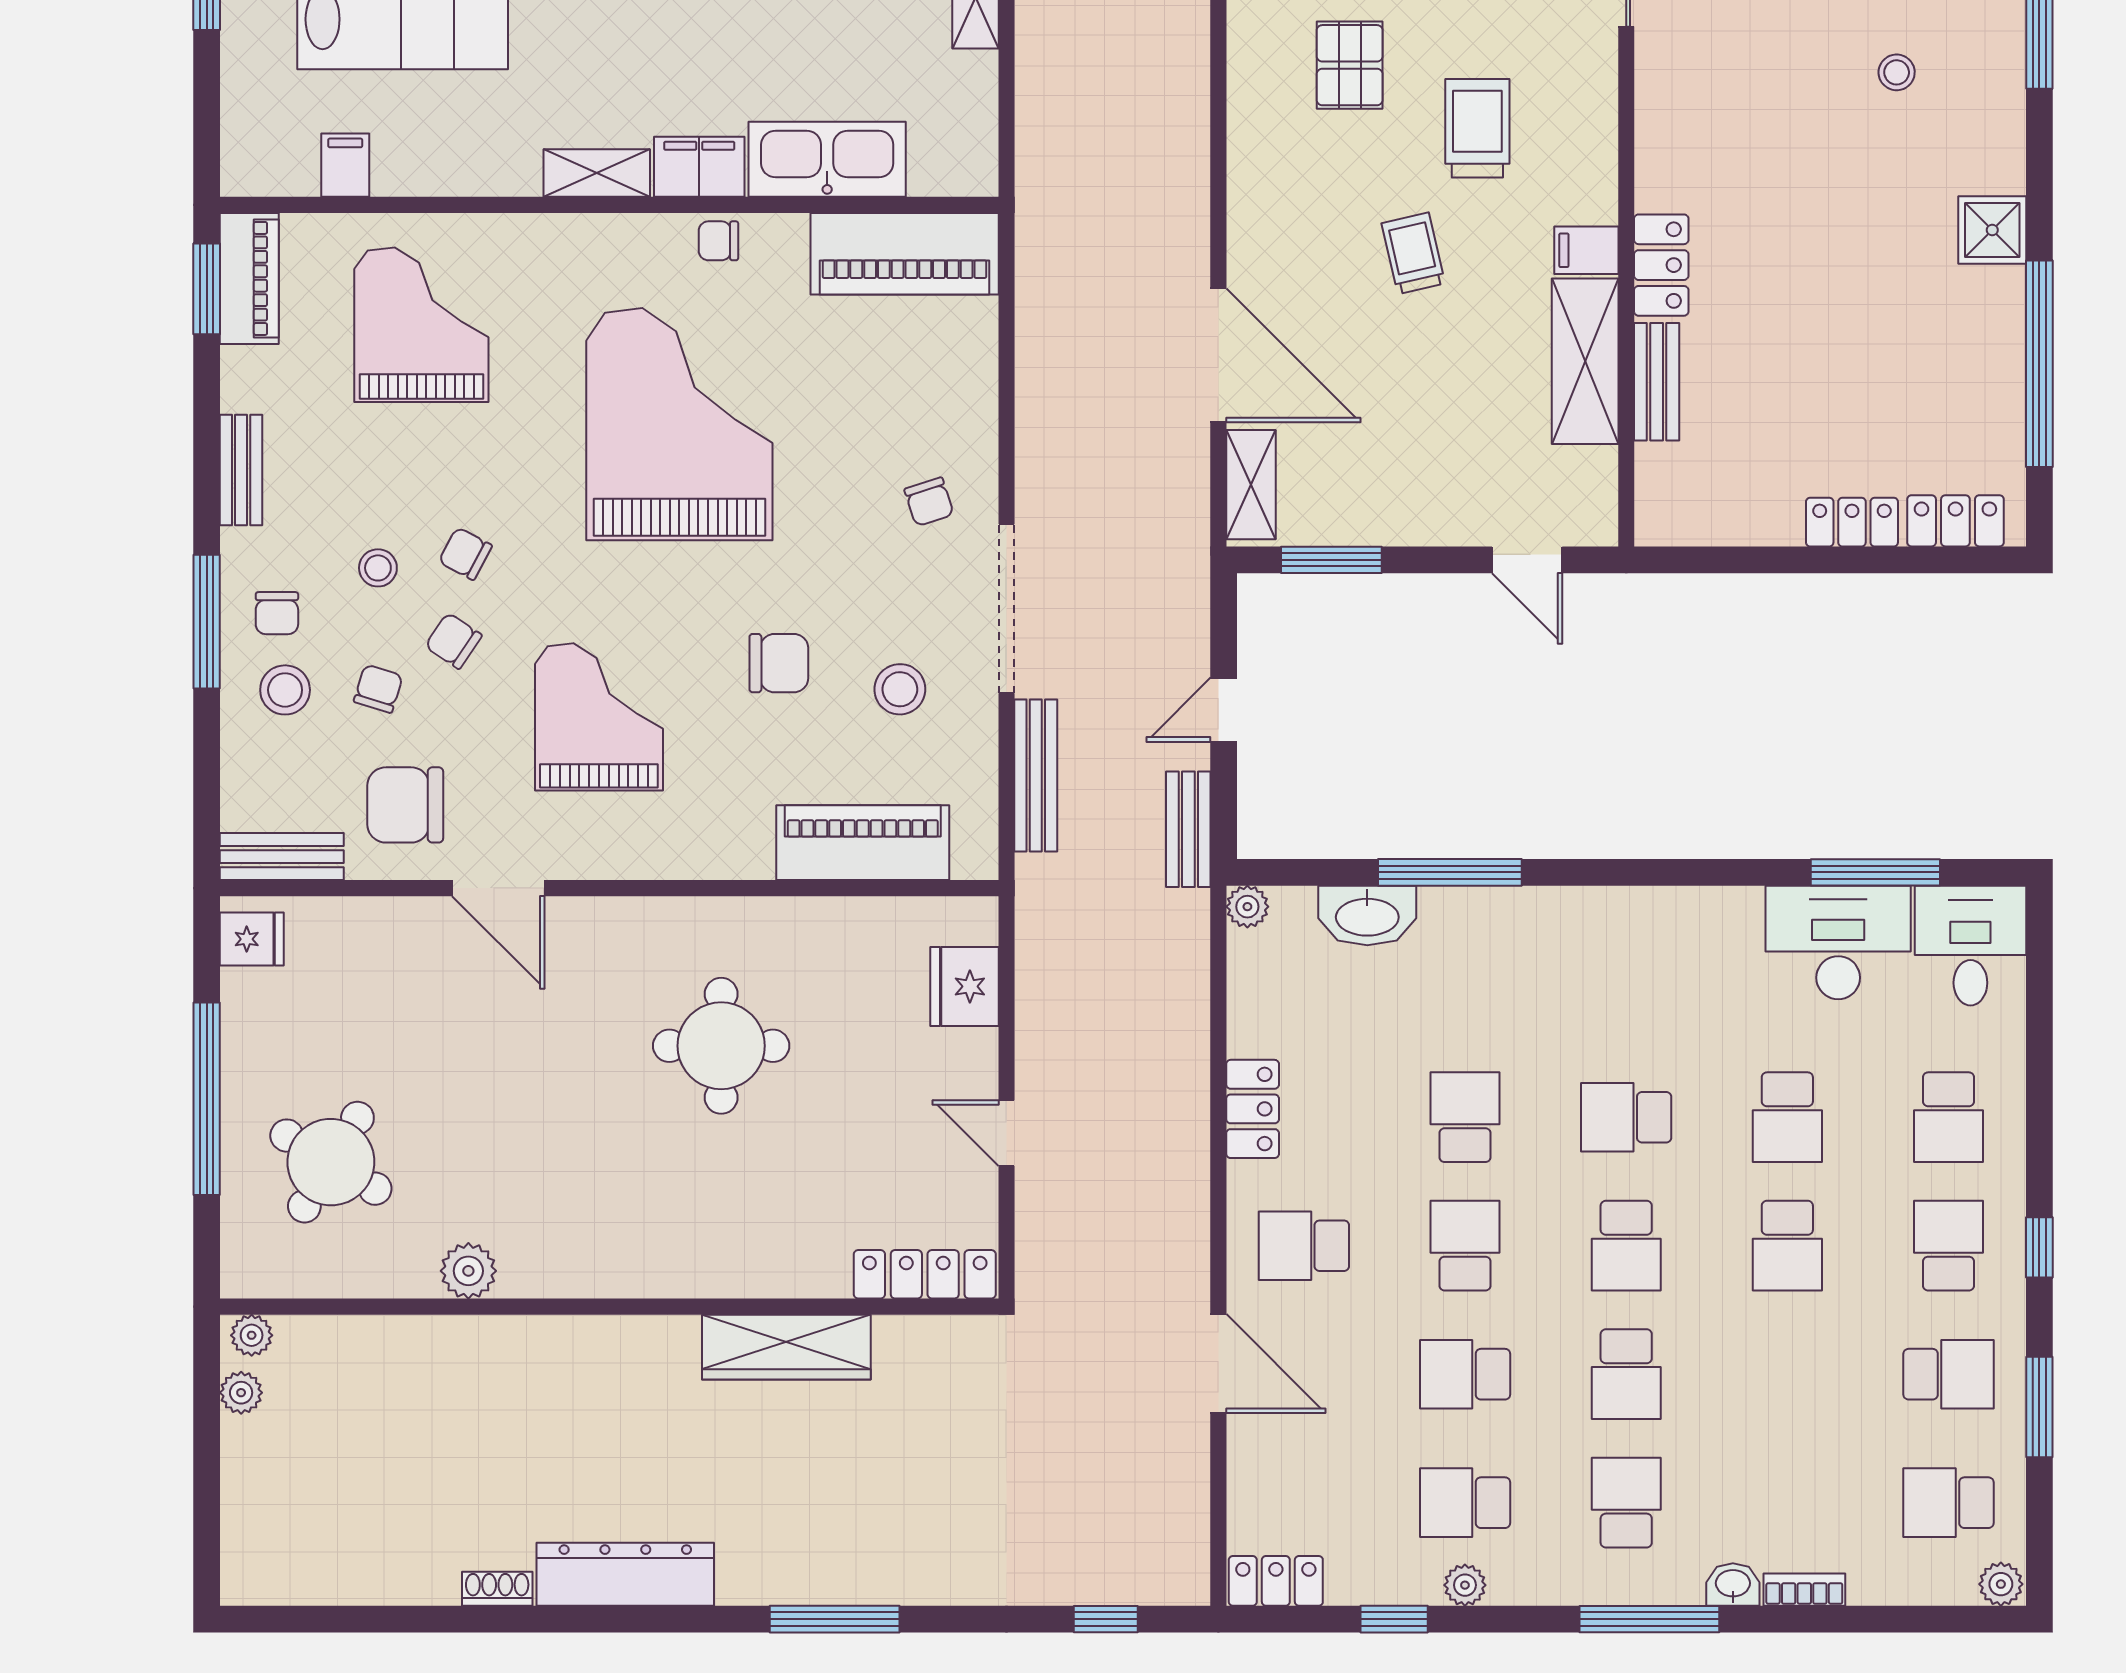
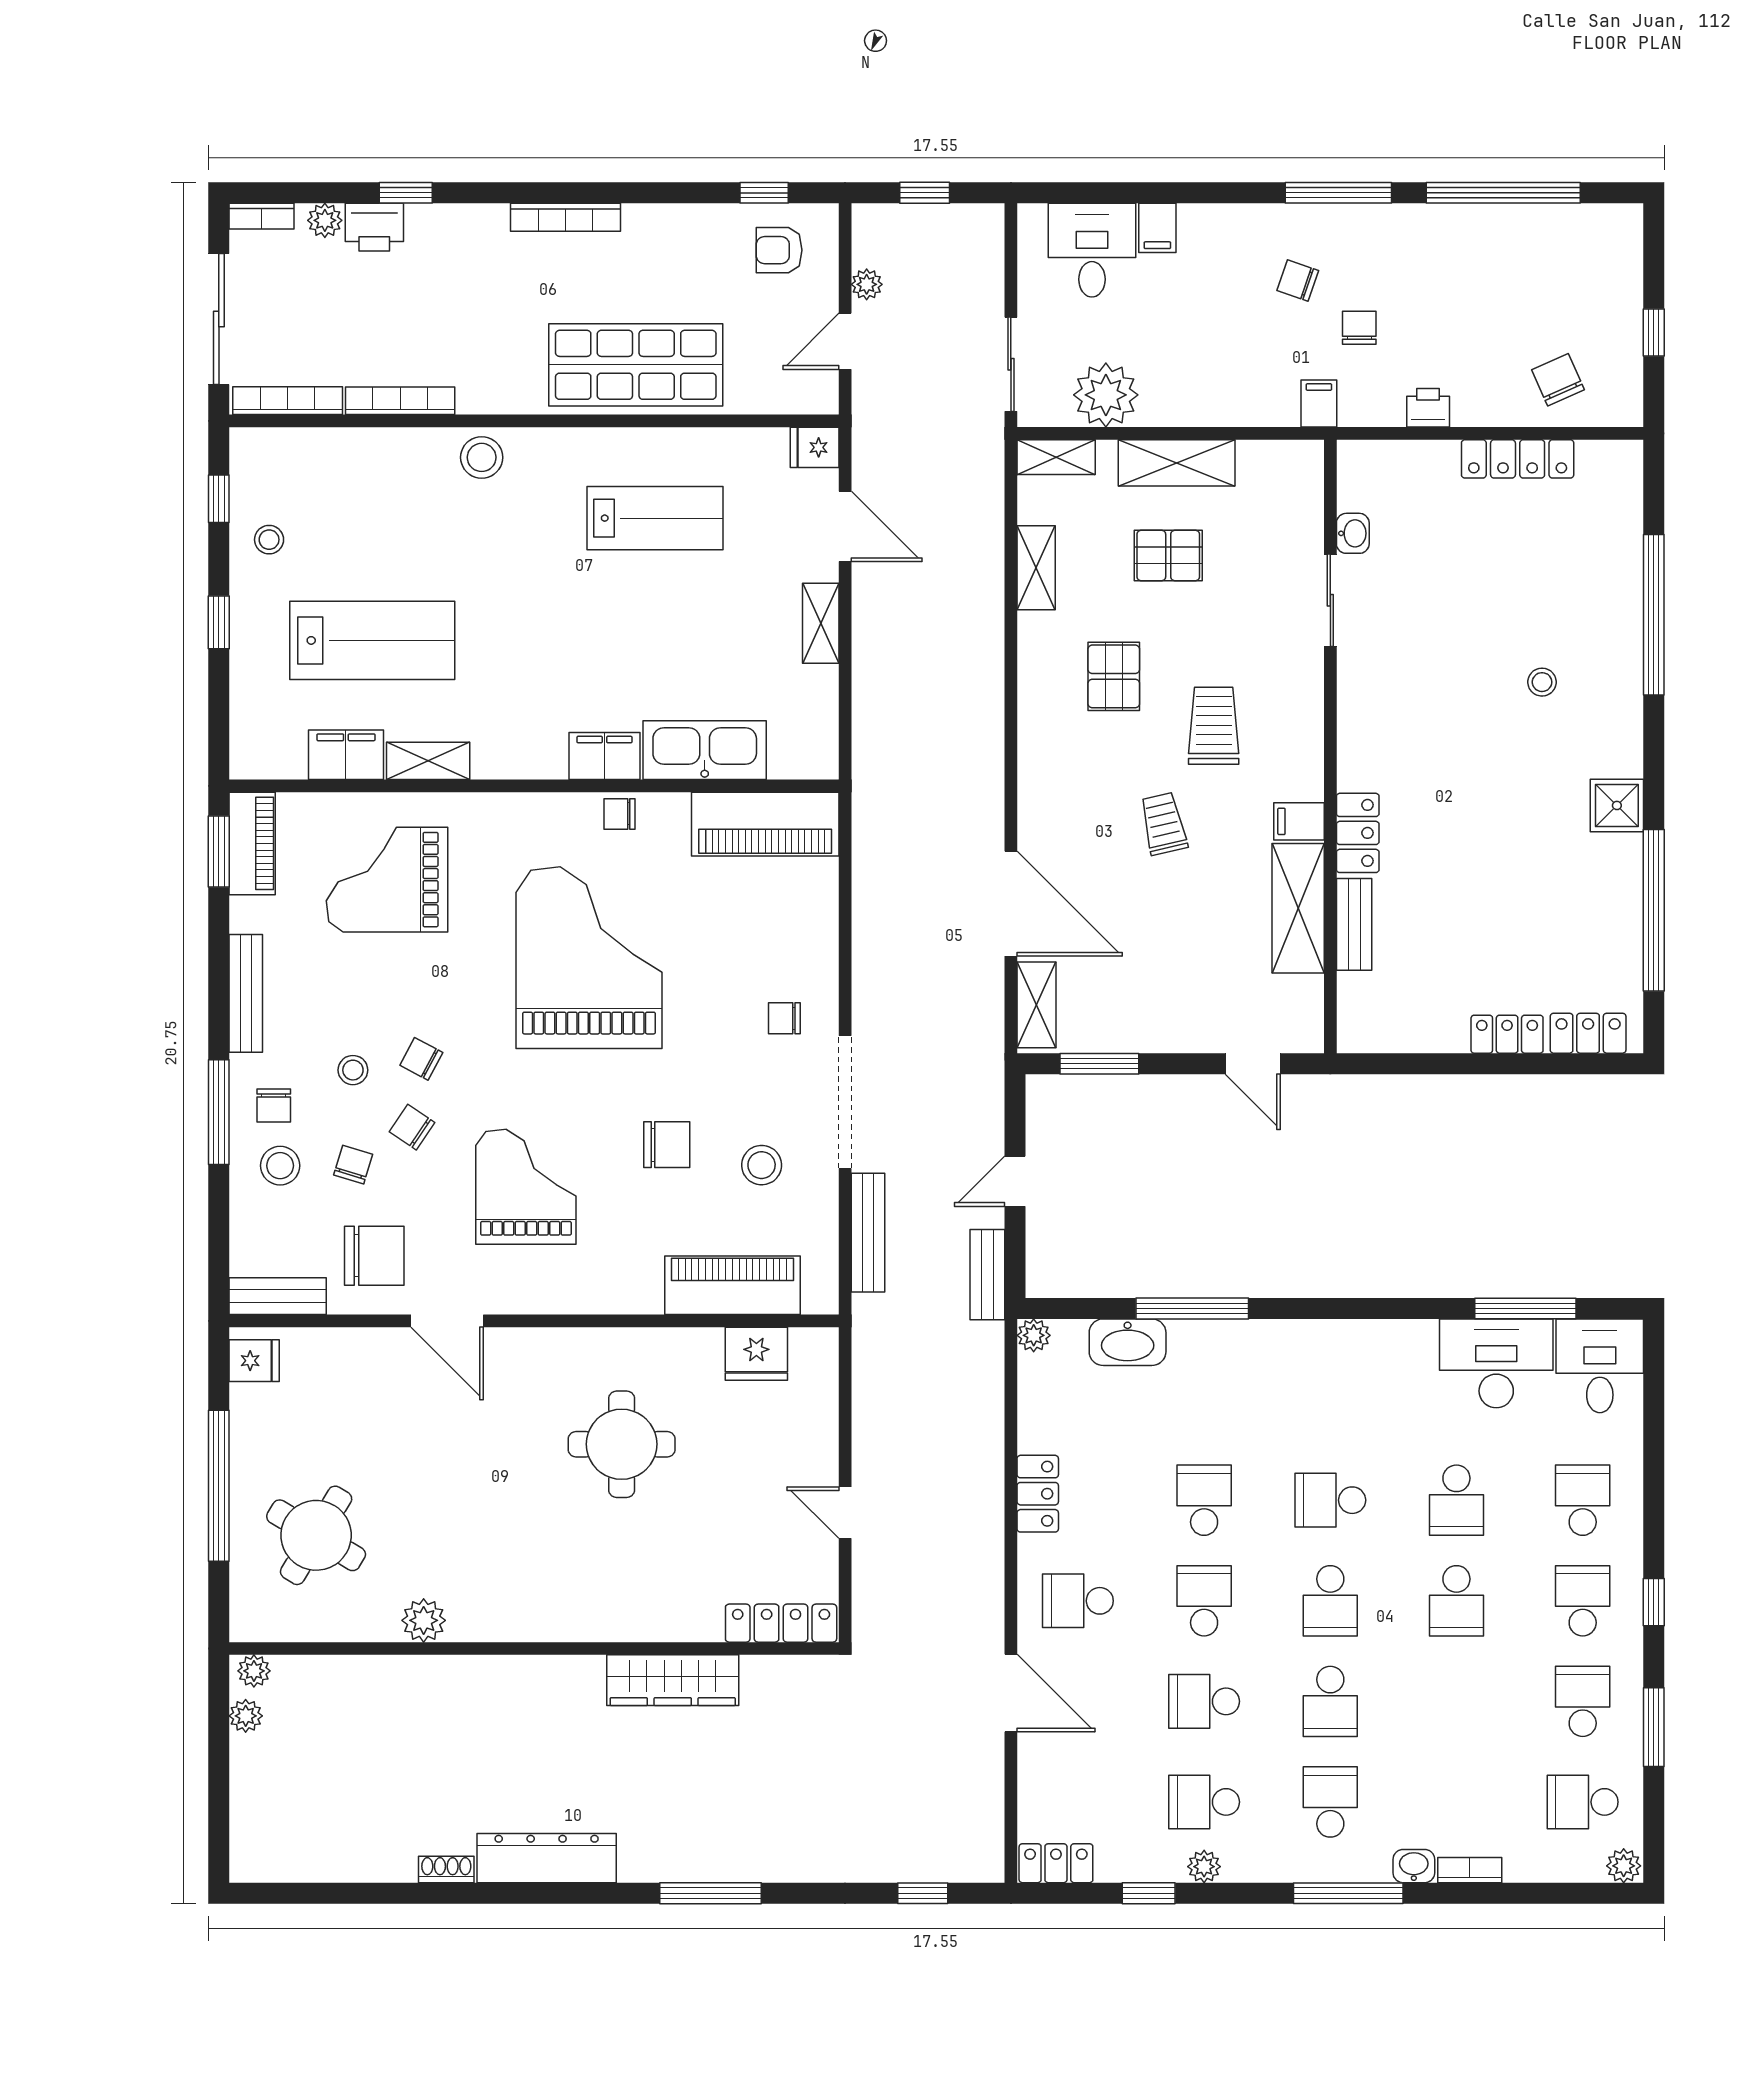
filing cabinet: (345, 165) -> (346, 755), width x2.00
shelving: (597, 173) -> (428, 761), moved
grand piano: (421, 325) -> (387, 880), turned -90
bench: (241, 470) -> (246, 993), width x1.36
chair: (929, 502) -> (784, 1018), turned 108
chair: (405, 805) -> (374, 1256), turned 180
fridge: (964, 986) -> (756, 1354), moved, turned -90
school desk: (1949, 1117) -> (1583, 1500), turned 180
school desk: (1949, 1374) -> (1583, 1701), turned -90

